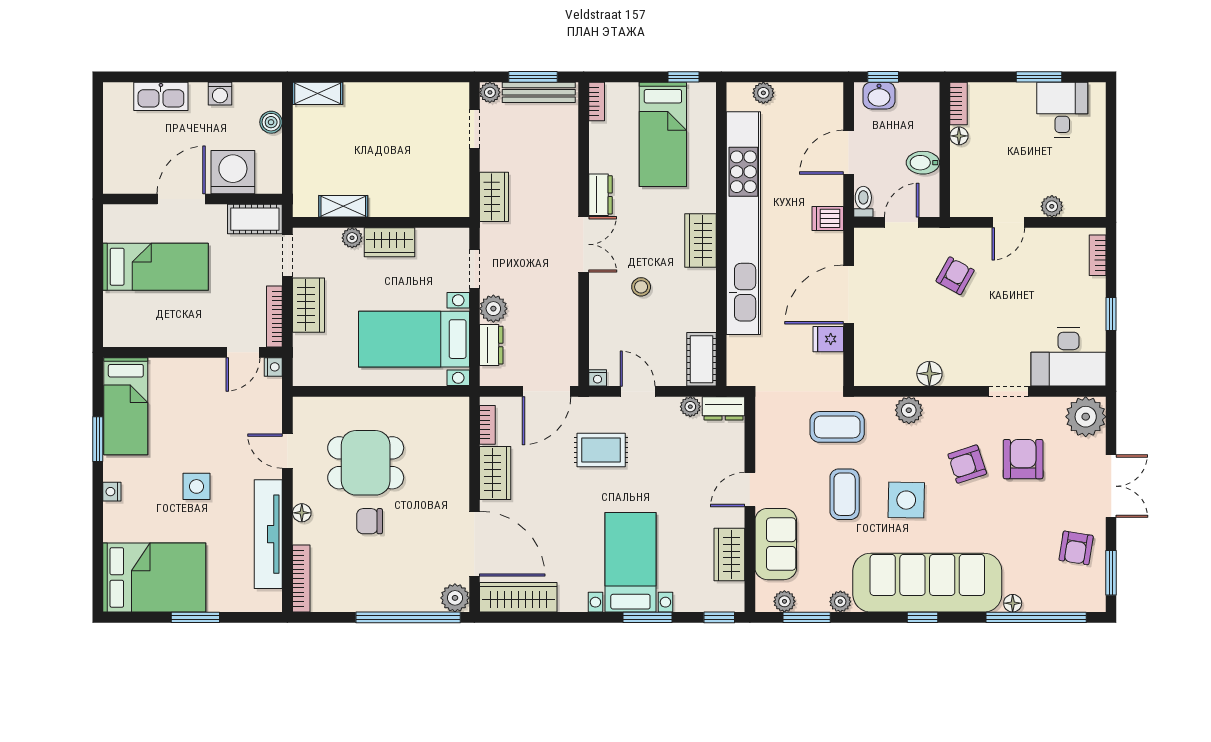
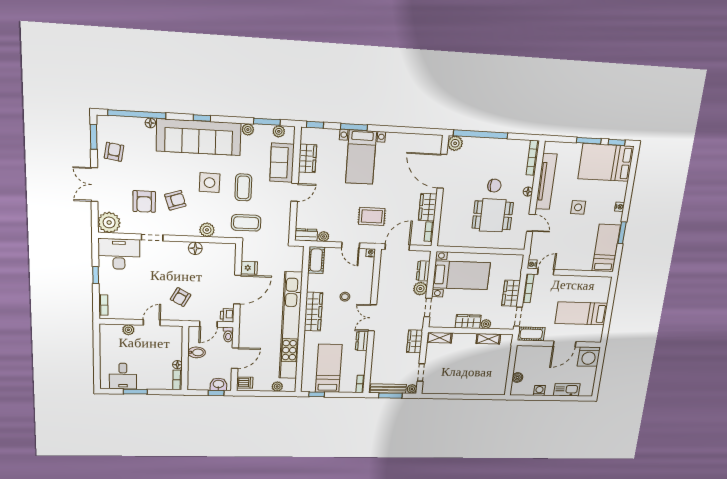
shelving: (318, 93) -> (439, 338), moved
washing machine: (233, 172) -> (589, 357), moved
dishwasher: (828, 218) -> (245, 383), moved
wardrobe: (700, 241) -> (313, 312), width x1.50
printer: (866, 241) -> (227, 315), added
wardrobe: (518, 597) -> (422, 142), removed
window: (139, 617) -> (617, 142), added

